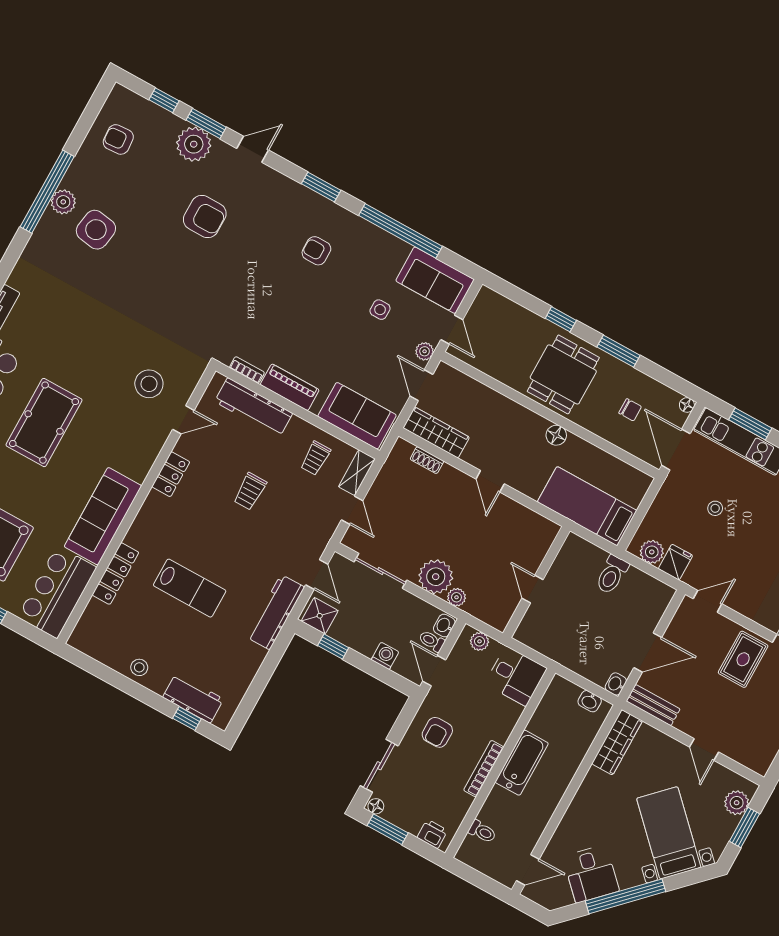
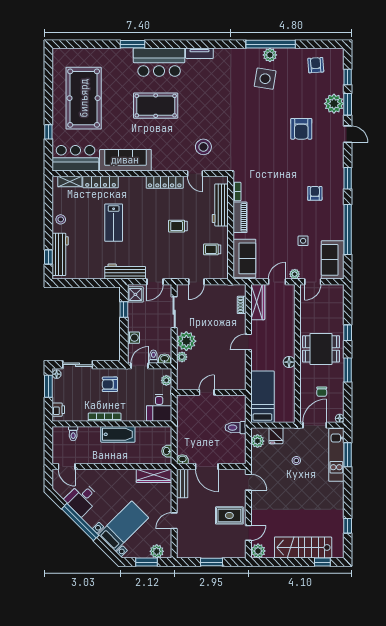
shelving: (357, 473) -> (70, 182), moved
locker: (171, 474) -> (165, 182), width x1.53
fridge: (675, 562) -> (276, 436), moved, turned 90
workbench: (193, 698) -> (60, 254), width x1.38

